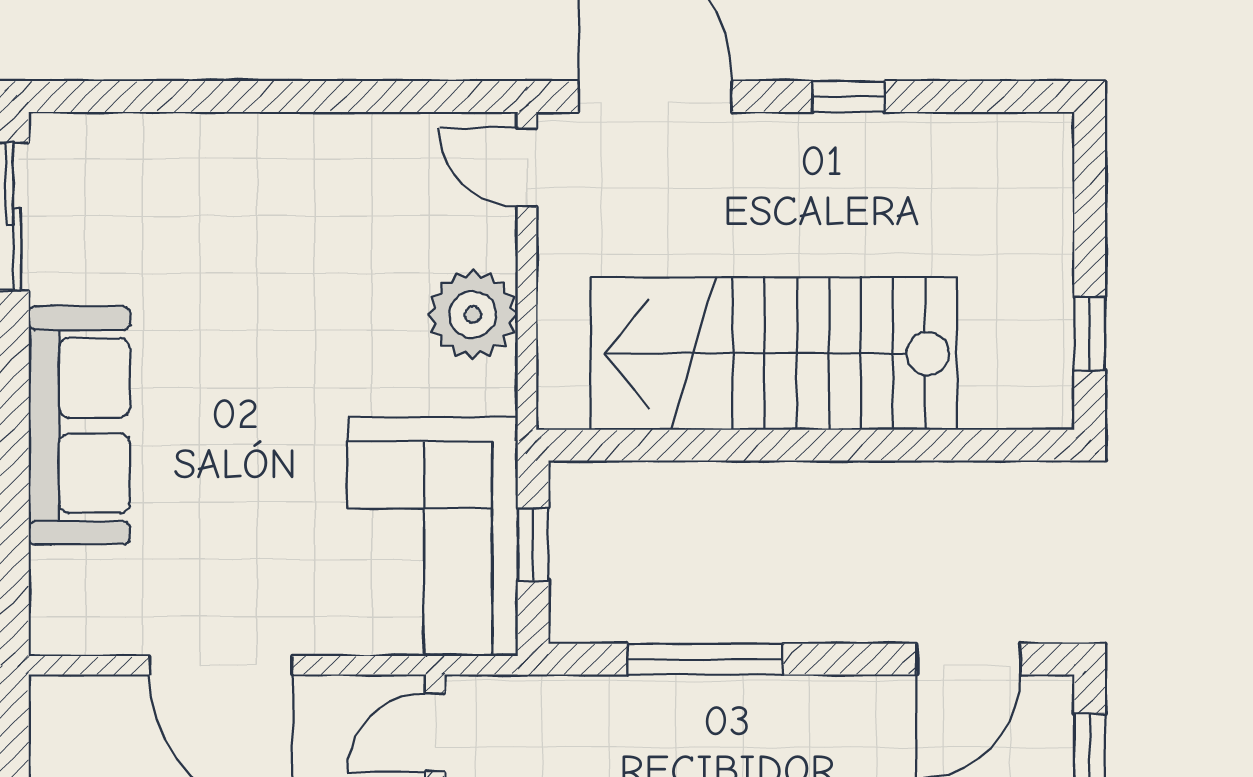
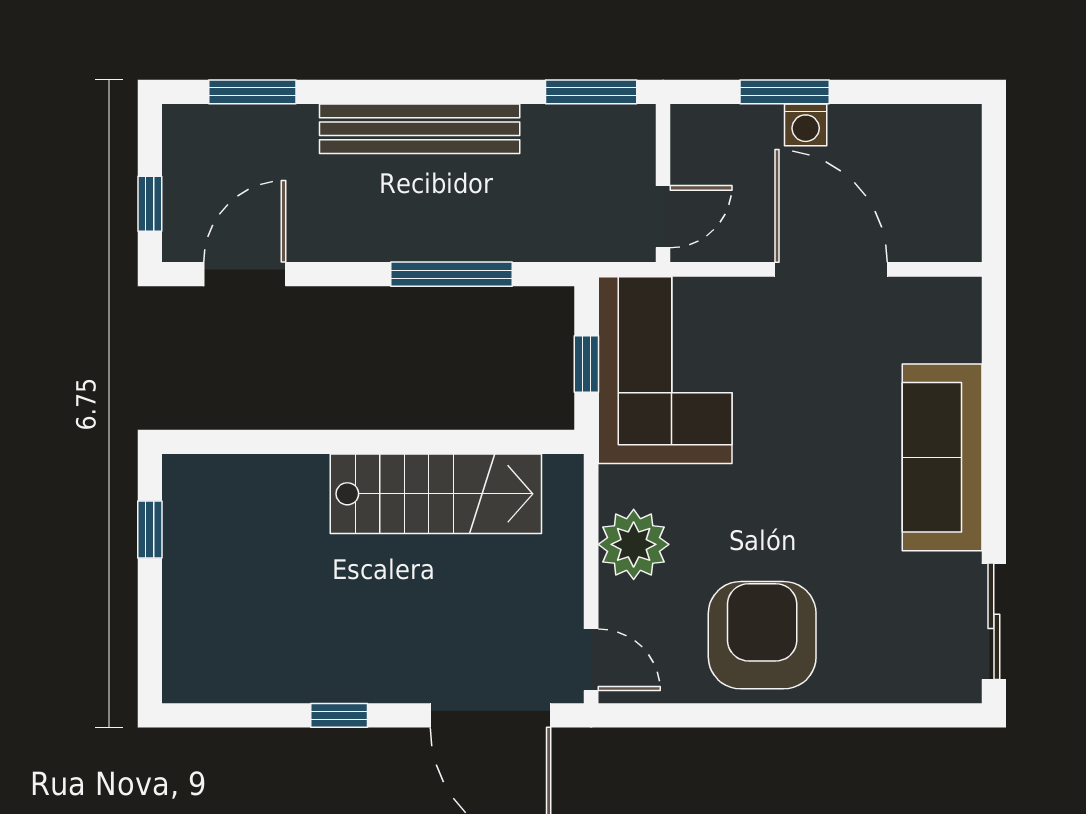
armchair: (309, 199) -> (762, 635), added
stairs: (774, 353) -> (436, 494), width x0.73, depth x0.66

